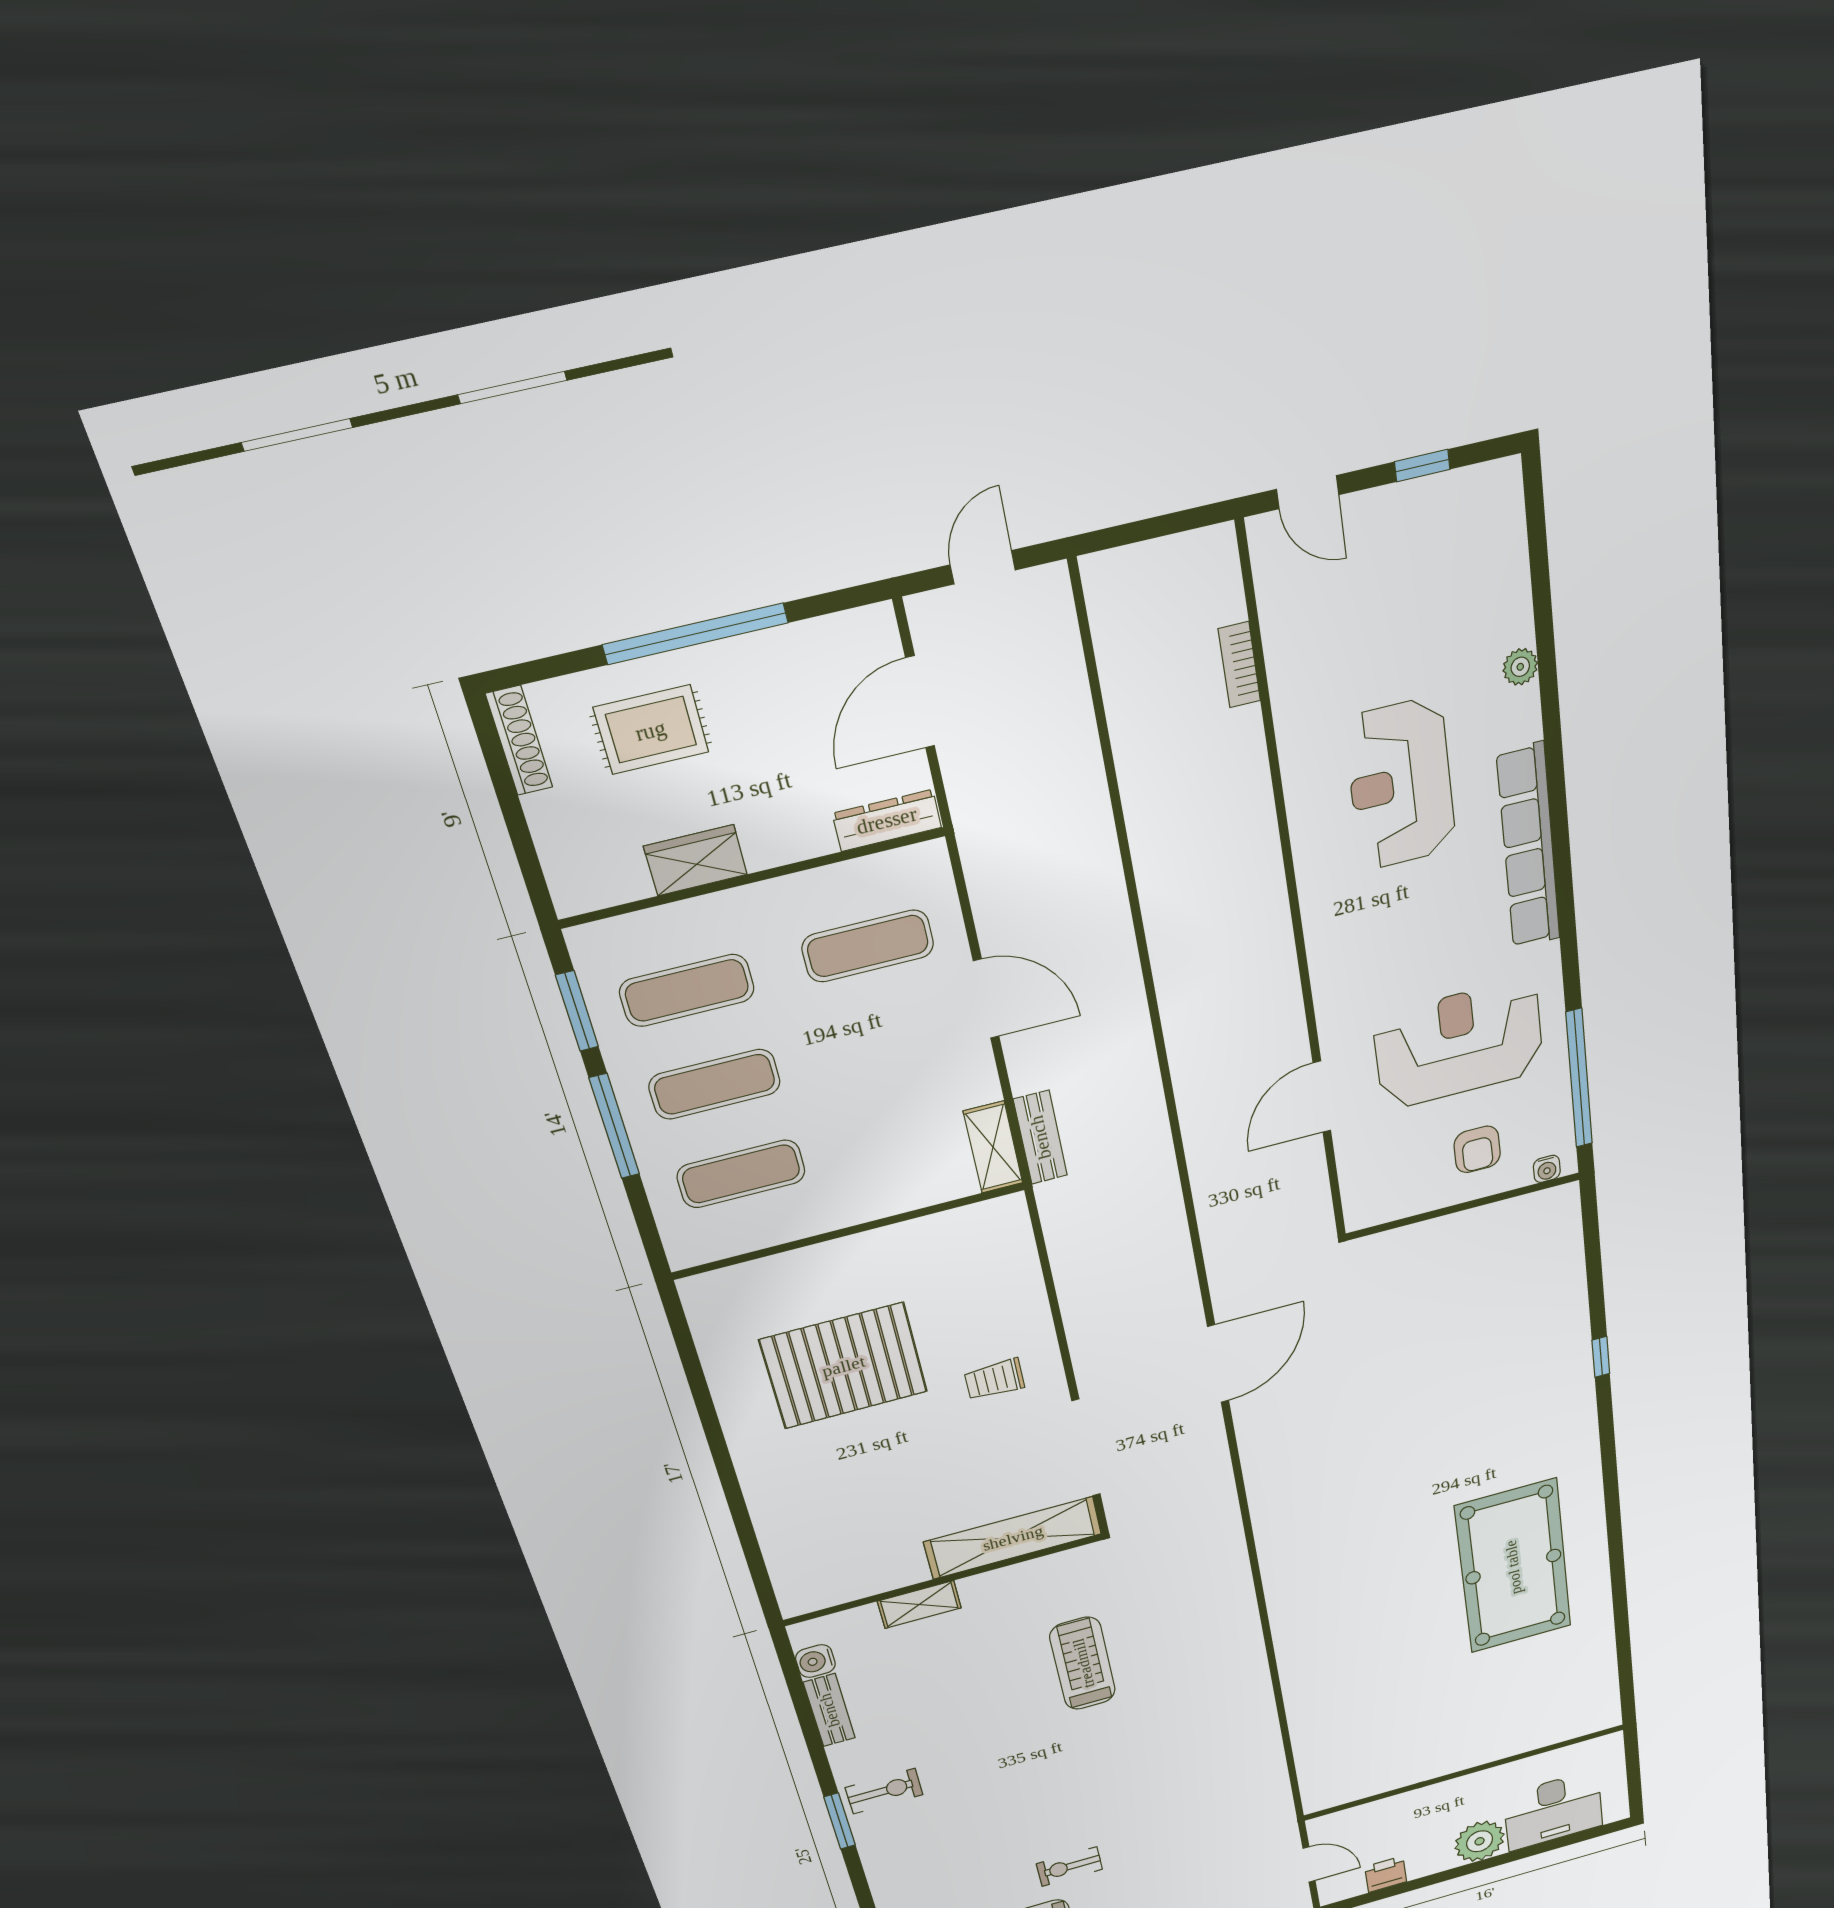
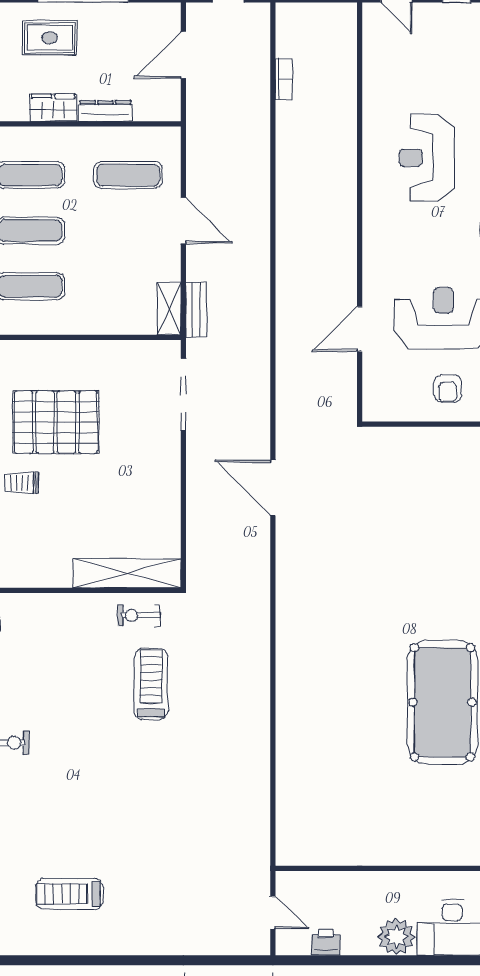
bookcase: (1239, 665) -> (284, 79), moved, turned 180
dresser: (887, 820) -> (105, 111), moved
door: (1218, 1364) -> (273, 488), swing flipped
trolley: (995, 1379) -> (22, 483), moved
doorway: (1086, 1448) -> (183, 394), moved
shelving: (919, 1605) -> (60, 604), removed
exercise bike: (1069, 1867) -> (139, 615), moved

